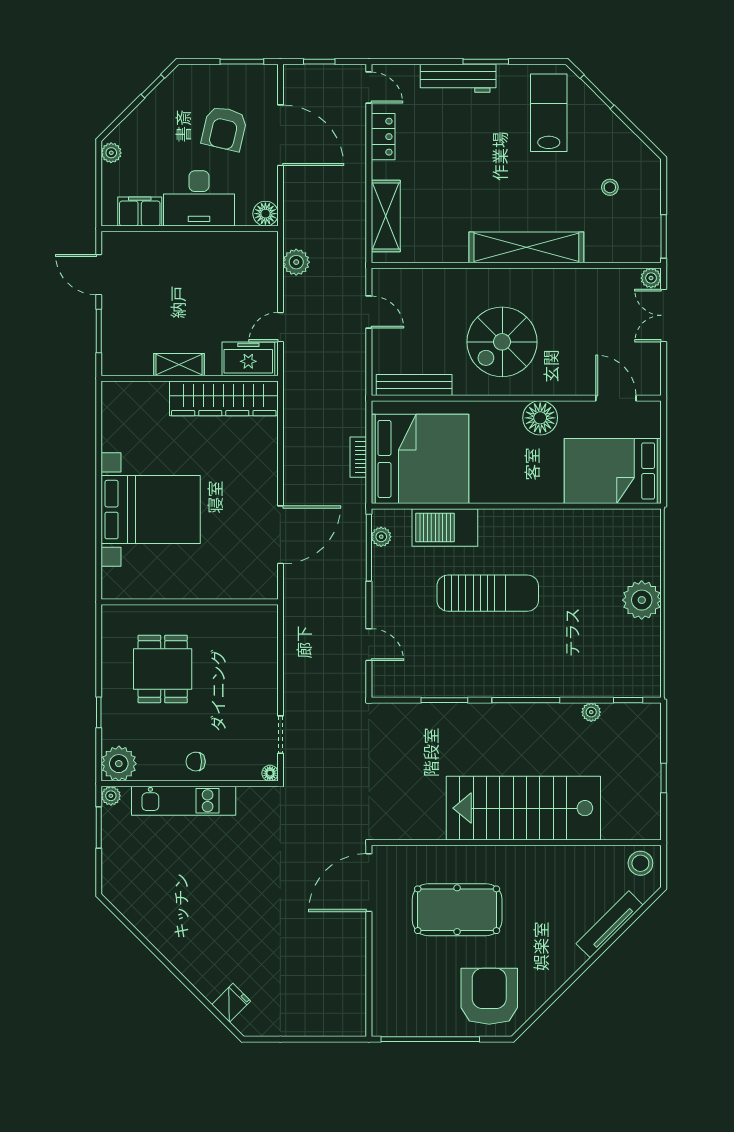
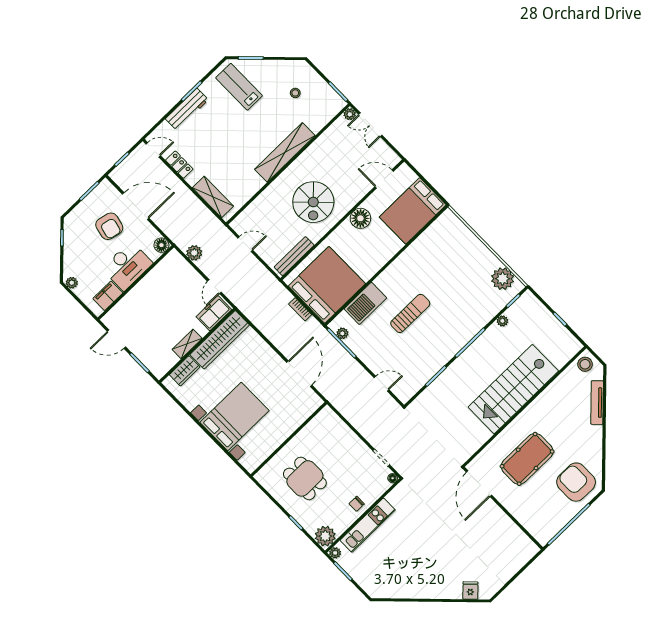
wardrobe: (144, 395) -> (185, 371), added
sun lounger: (488, 593) -> (410, 313), width x0.73, depth x0.75
plant: (642, 600) -> (503, 279), moved

